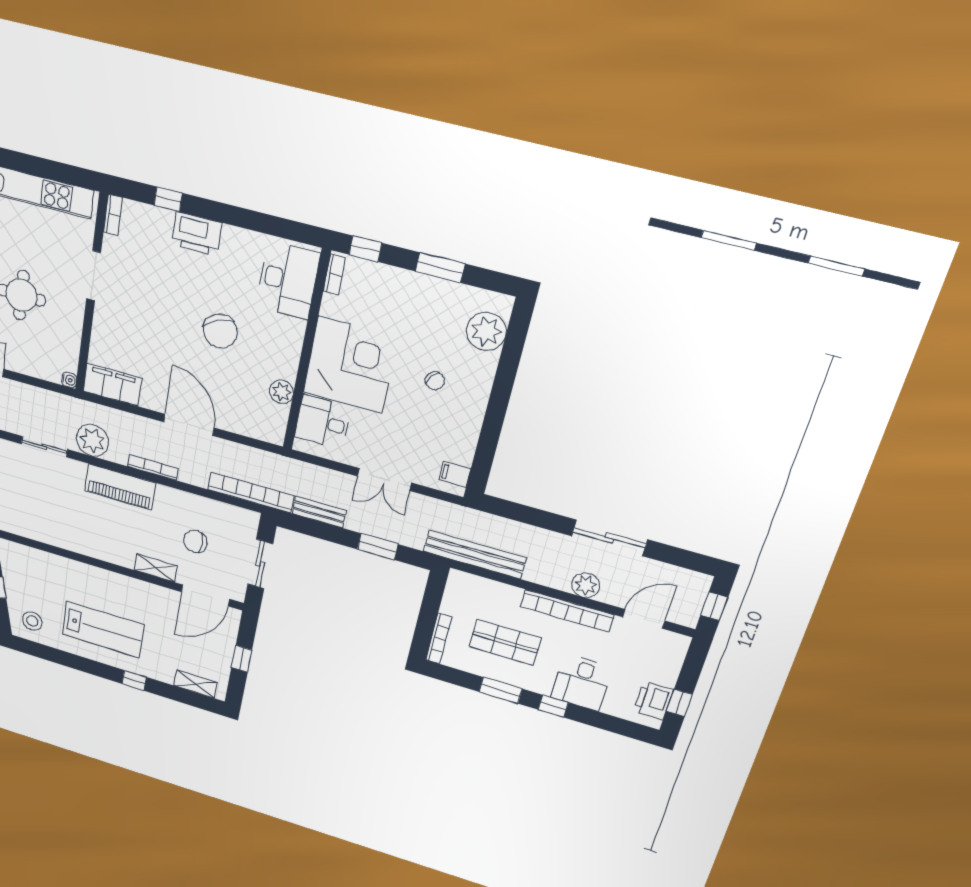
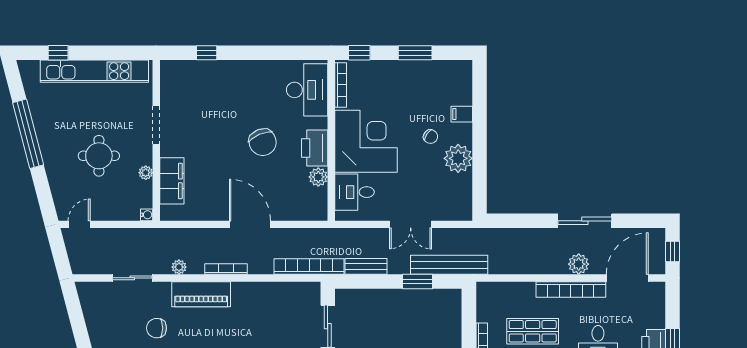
bookcase: (113, 215) -> (166, 75), removed
printer: (197, 234) -> (315, 148), moved, turned 90
bookcase: (334, 274) -> (341, 85), width x1.56
plant: (74, 330) -> (146, 173), added
plant: (486, 331) -> (458, 158), moved
filing cabinet: (113, 385) -> (172, 181), moved, turned 90
plant: (92, 440) -> (179, 267), width x0.53, depth x0.53
filing cabinet: (455, 474) -> (462, 114), moved
chair: (195, 541) -> (157, 328), moved
bench: (475, 554) -> (449, 265), moved
door: (644, 619) -> (627, 278), width x1.36

